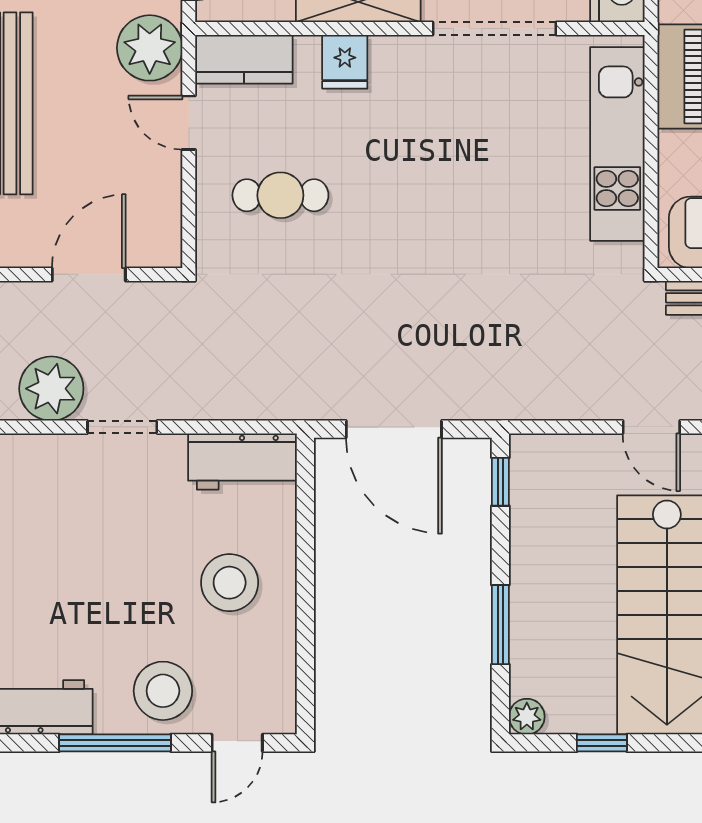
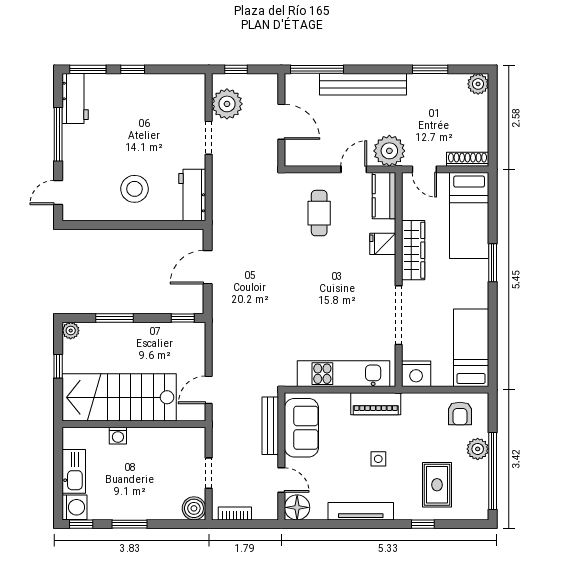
door: (394, 429) -> (208, 267), width x0.73
stool: (163, 691) -> (83, 157), removed
door: (237, 743) -> (58, 192), hinge flipped

